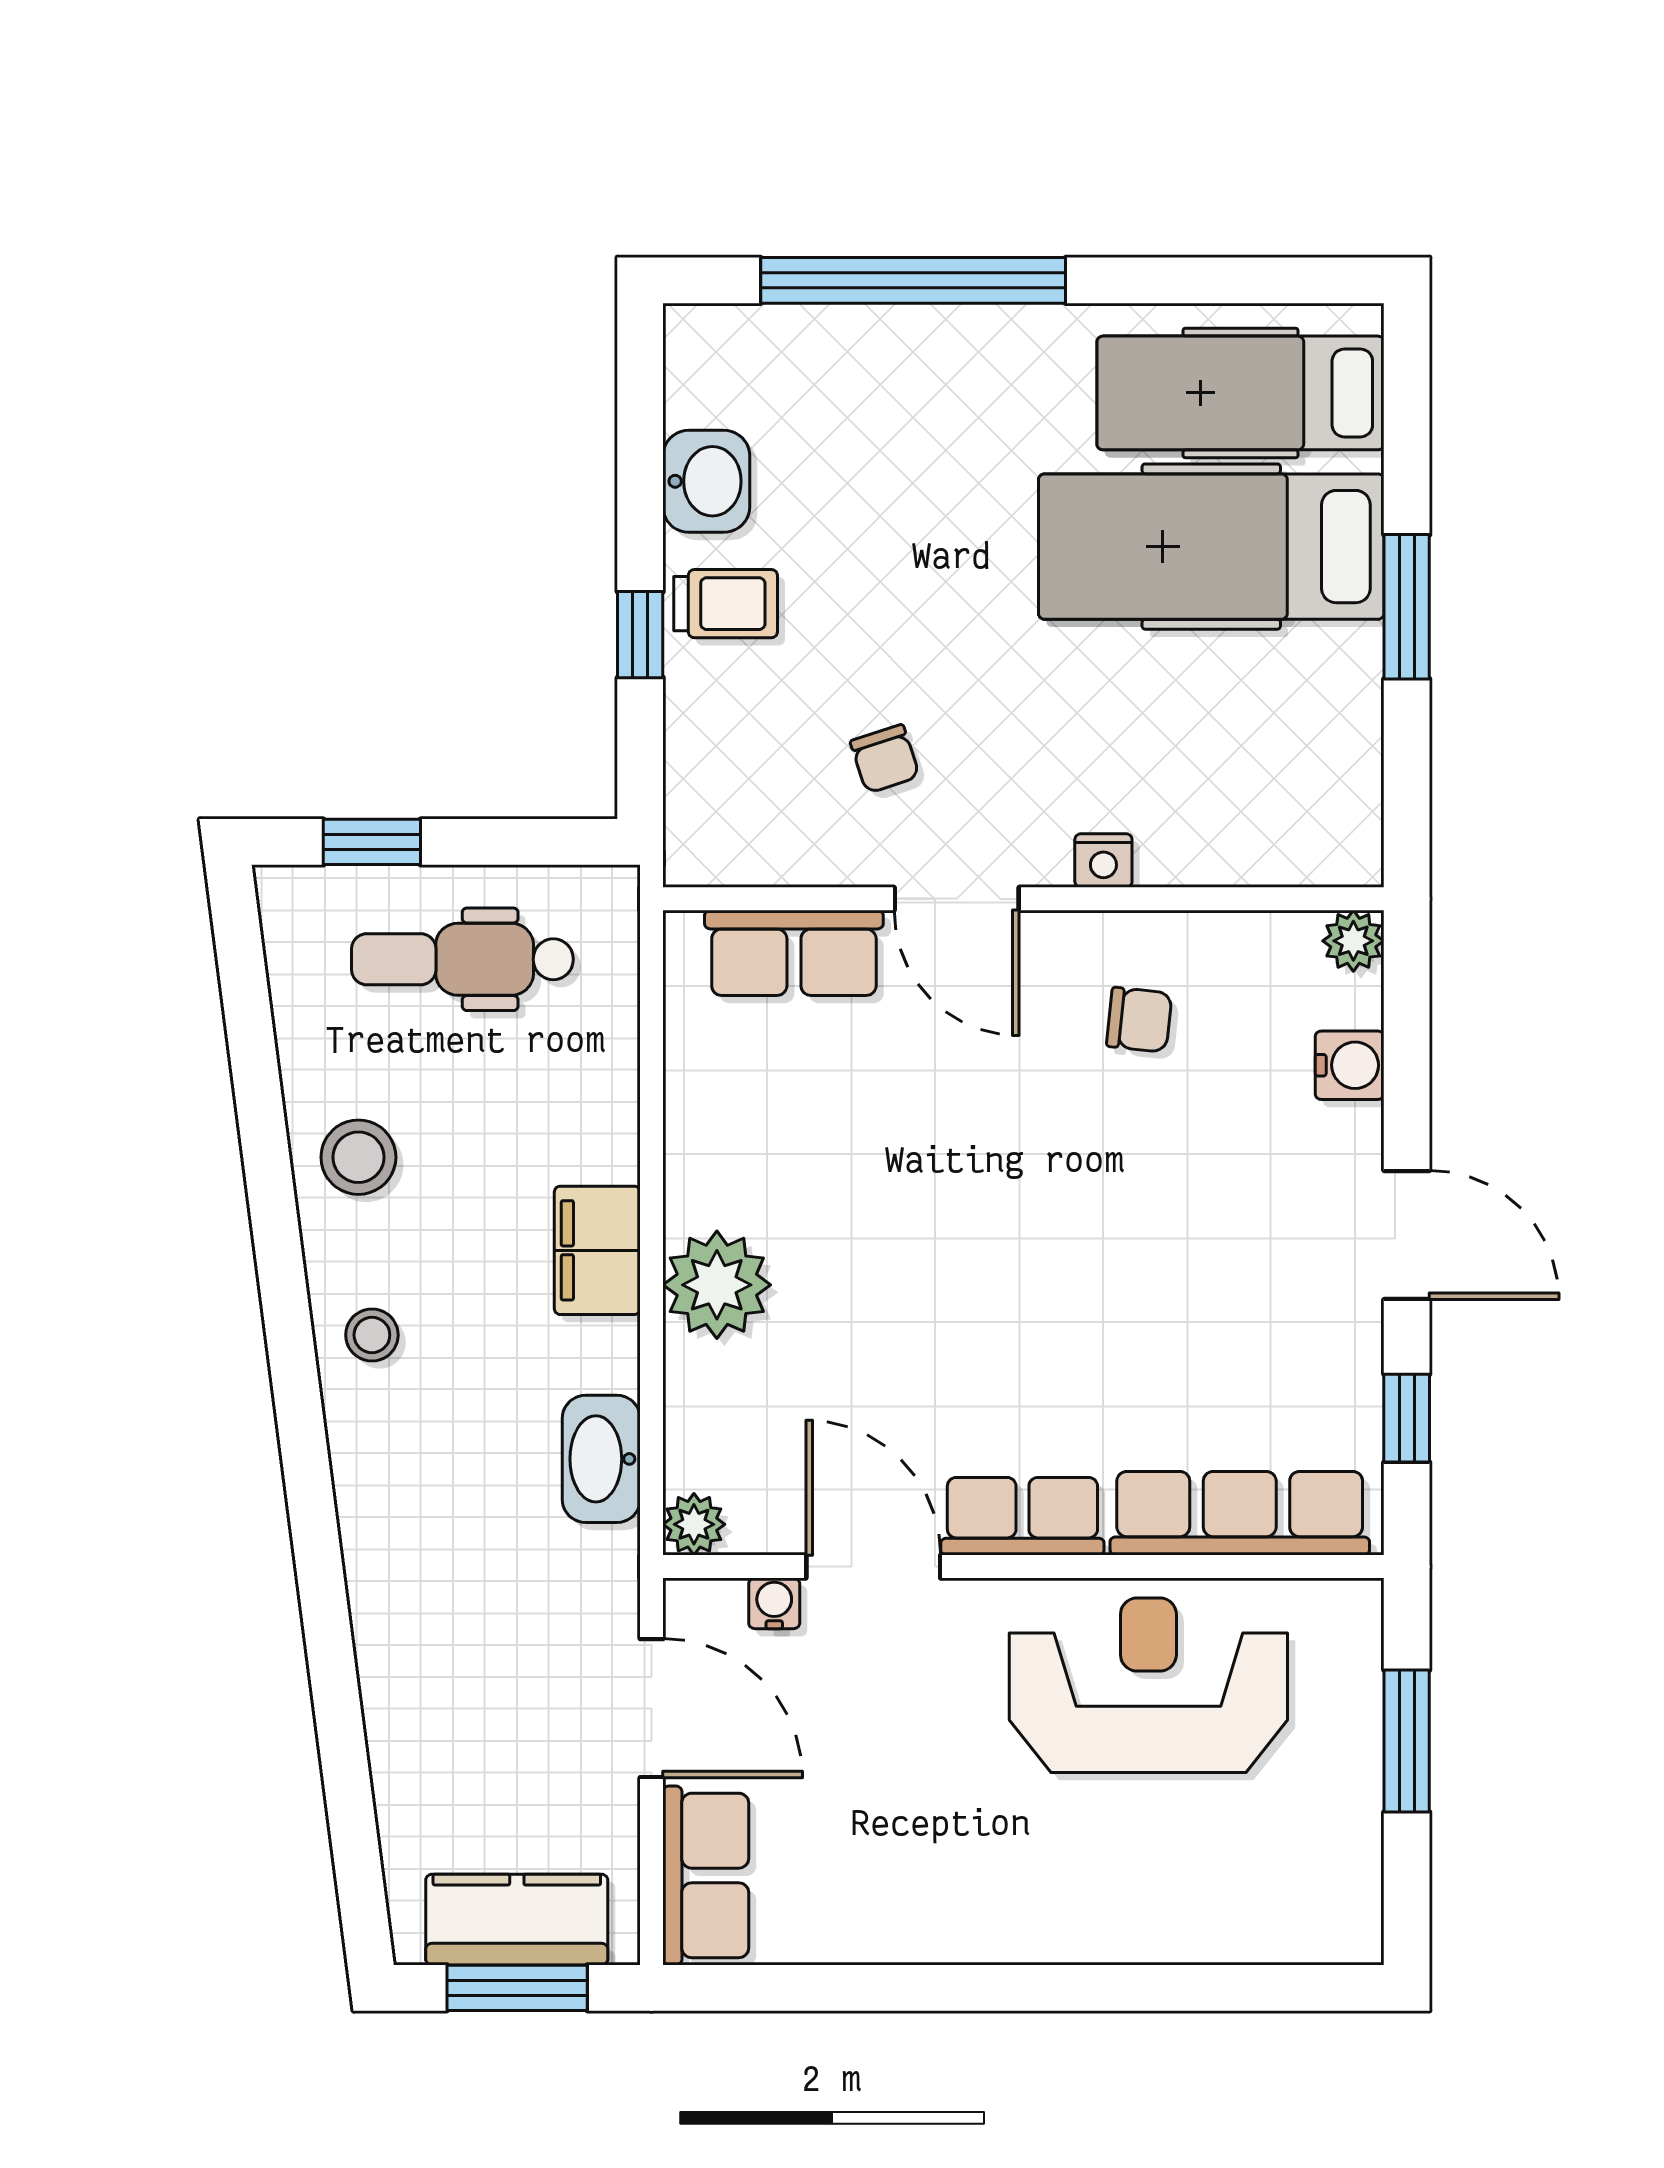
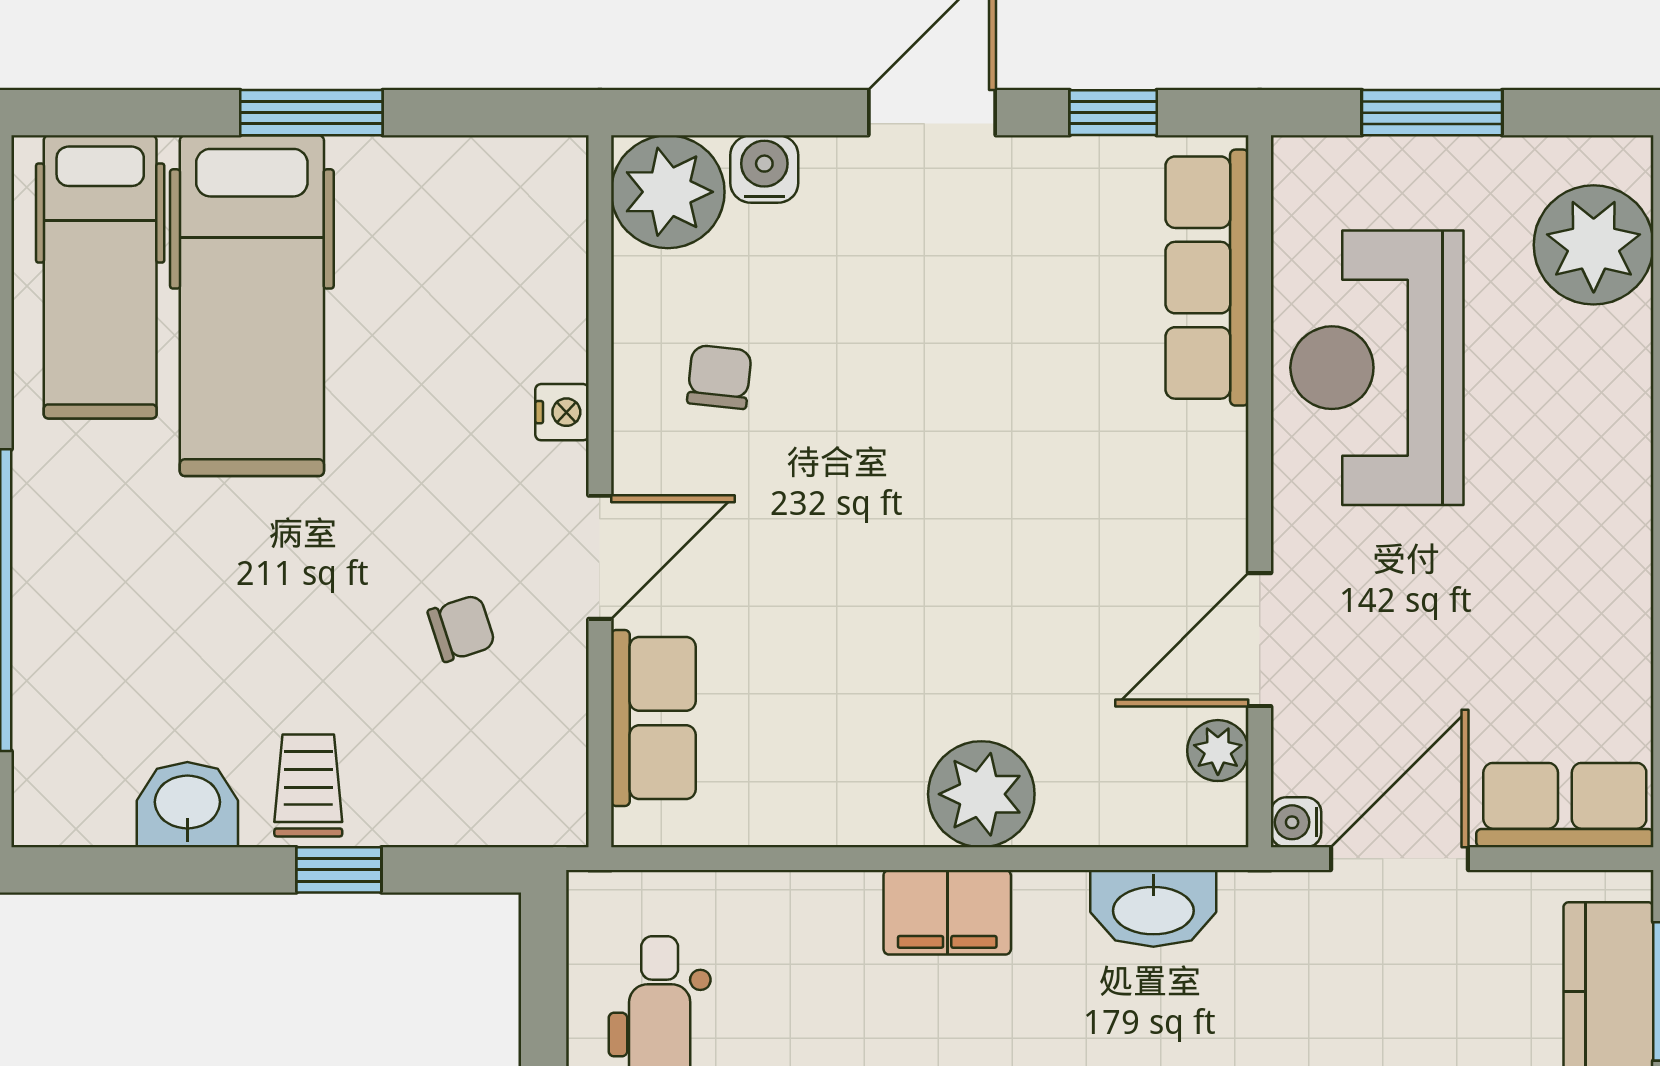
plant: (1353, 941) -> (668, 192), width x1.87, depth x1.87
row of seats: (1022, 1516) -> (1210, 492), removed
plant: (694, 1524) -> (1218, 751), moved
water cooler: (774, 1603) -> (1296, 822), moved
plant: (1273, 1905) -> (1594, 245), added

